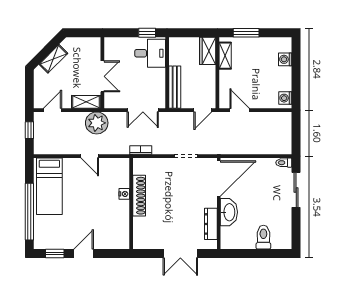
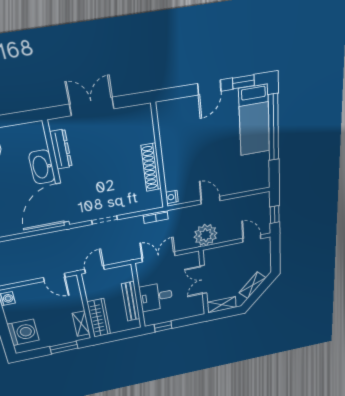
wardrobe: (208, 51) -> (99, 318), width x1.50
desk: (150, 53) -> (156, 297), moved
washing machine: (285, 59) -> (23, 332), width x1.89, depth x1.89
bench: (175, 87) -> (131, 301), moved
shelving: (86, 102) -> (222, 305), moved
door: (52, 110) -> (252, 239), swing flipped
bed: (49, 186) -> (254, 120), moved, turned 180
nightstand: (124, 194) -> (172, 197), moved

